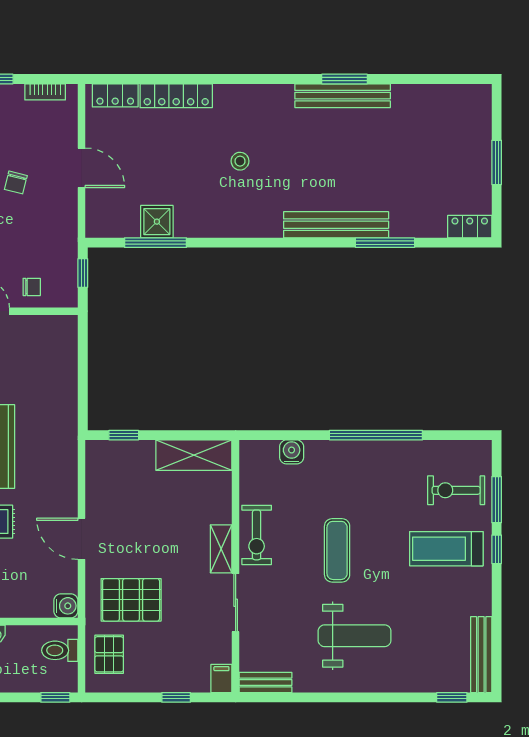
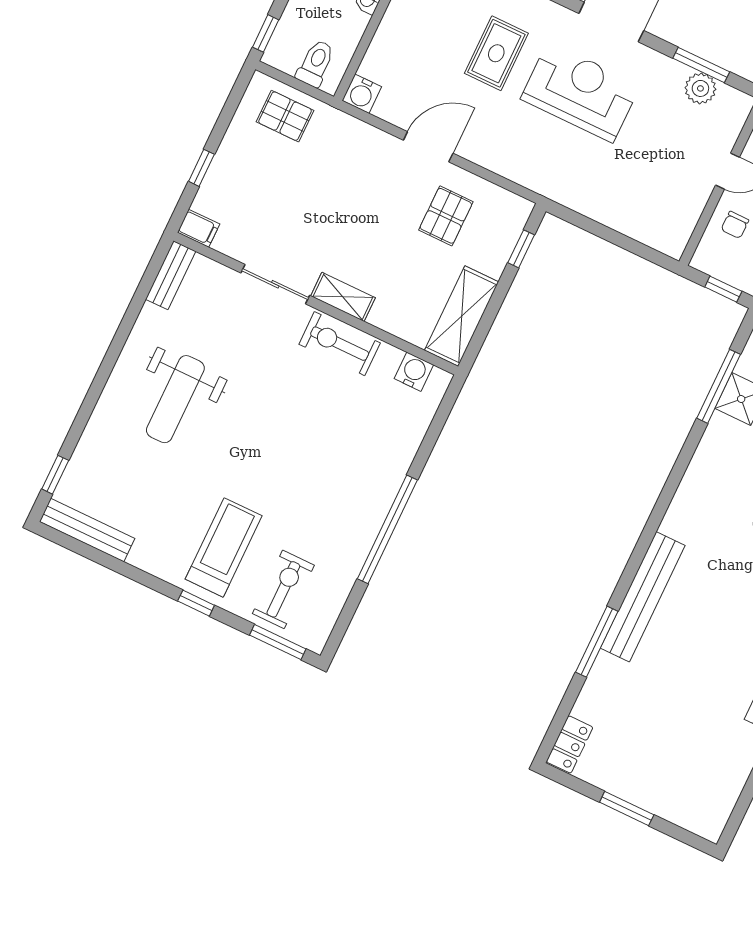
water cooler: (292, 452) -> (414, 372), moved, turned -90
window: (497, 500) -> (278, 642), moved
exercise mat: (337, 550) -> (280, 425), removed
pallet: (131, 600) -> (446, 216), moved, width x0.67, depth x0.71

